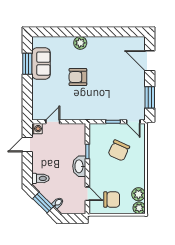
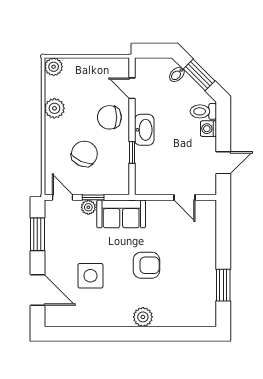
sofa: (41, 64) -> (121, 214), moved, turned -90
side table: (115, 70) -> (90, 276), added
plant: (116, 115) -> (88, 207), added
door: (53, 122) -> (185, 197), hinge flipped
washing machine: (37, 129) -> (208, 129), moved
plant: (138, 194) -> (54, 108), moved
chair: (112, 200) -> (109, 117), moved

